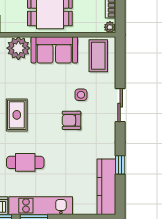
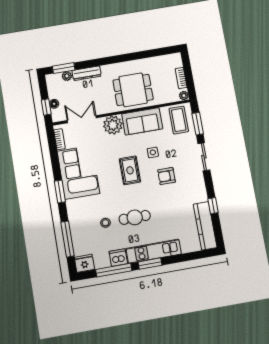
window: (120, 64) -> (198, 124), added
side table: (81, 95) -> (153, 152), moved
rug: (17, 115) -> (130, 170), moved

